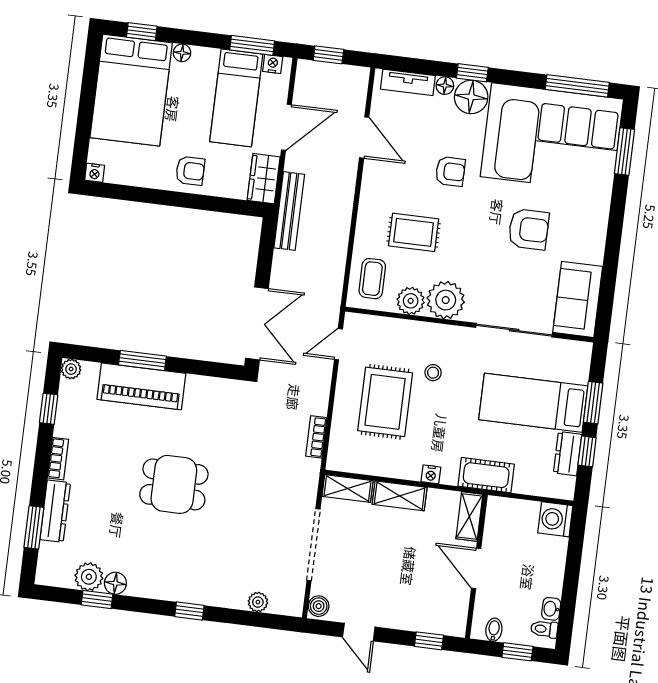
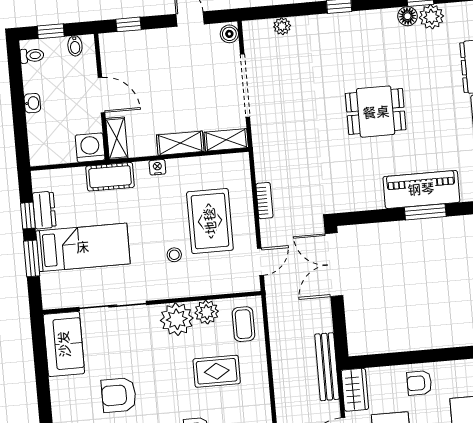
bookcase: (316, 437) -> (264, 201), moved
washing machine: (555, 519) -> (90, 148), moved, turned -90
washbasin: (551, 609) -> (32, 103), moved

